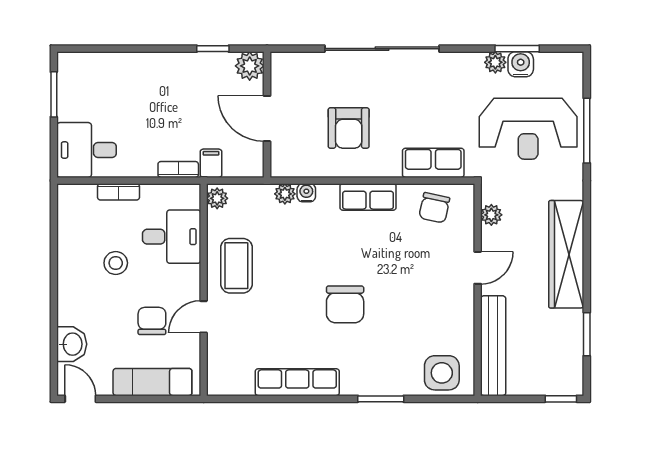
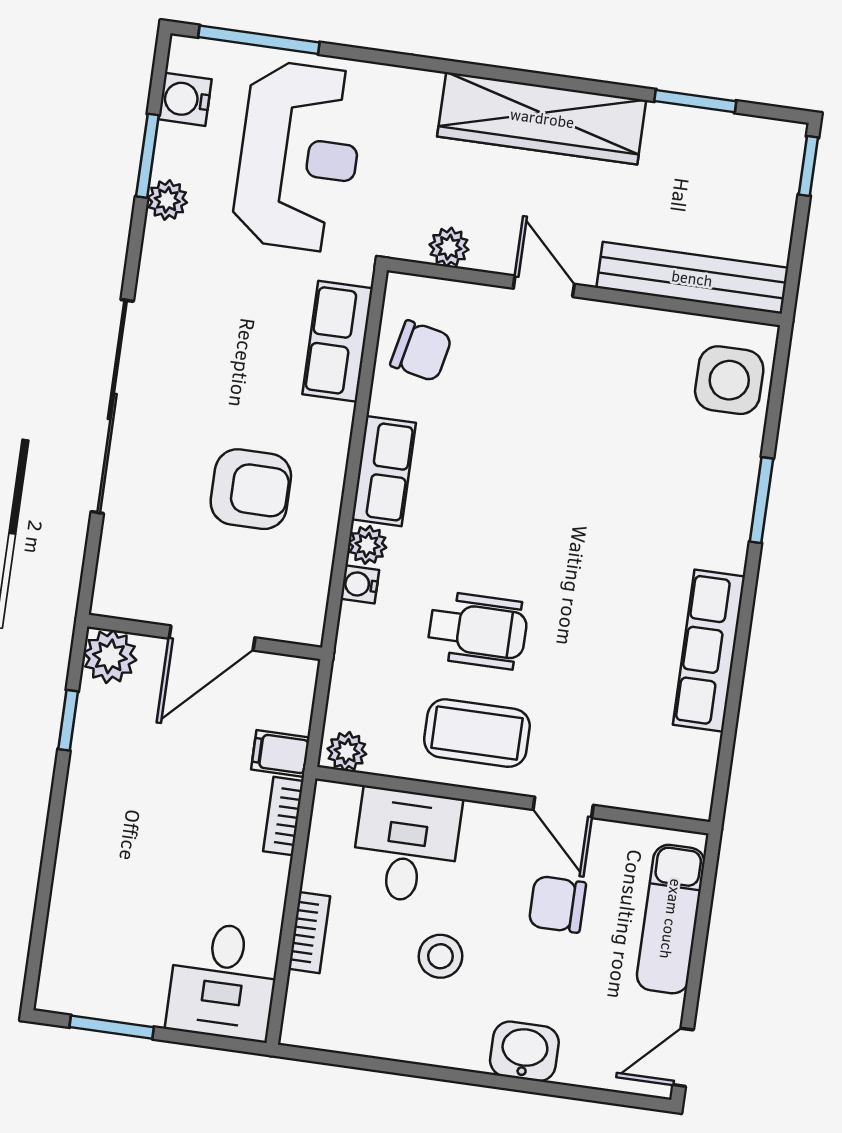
water cooler: (521, 64) -> (185, 99), moved
window: (587, 131) -> (259, 40), moved
plant: (285, 194) -> (367, 545), moved
wheelchair: (291, 258) -> (478, 630), added
chair: (345, 304) -> (577, 542), removed
washbasin: (72, 344) -> (524, 1051), moved

